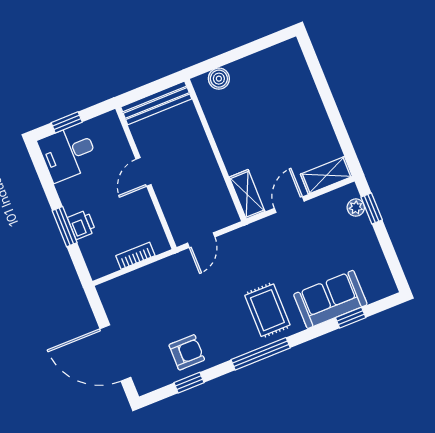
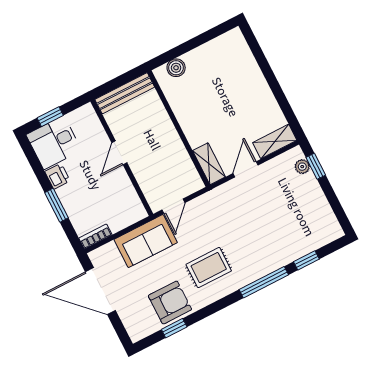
printer: (82, 225) -> (57, 176), moved
bookcase: (135, 256) -> (95, 236), moved
sofa: (330, 299) -> (146, 241), moved, turned 180
rug: (267, 310) -> (209, 268), moved, turned 90
armchair: (187, 352) -> (170, 303), width x1.38, depth x1.38
door: (115, 353) -> (100, 291), moved
window: (261, 354) -> (264, 282), moved

